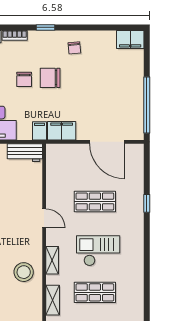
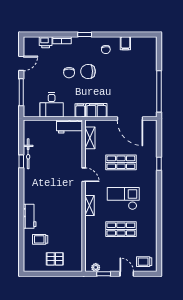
filing cabinet: (130, 39) -> (125, 43), moved, width x0.50
stool: (24, 272) -> (69, 214), removed
shelving: (53, 300) -> (90, 138), moved

